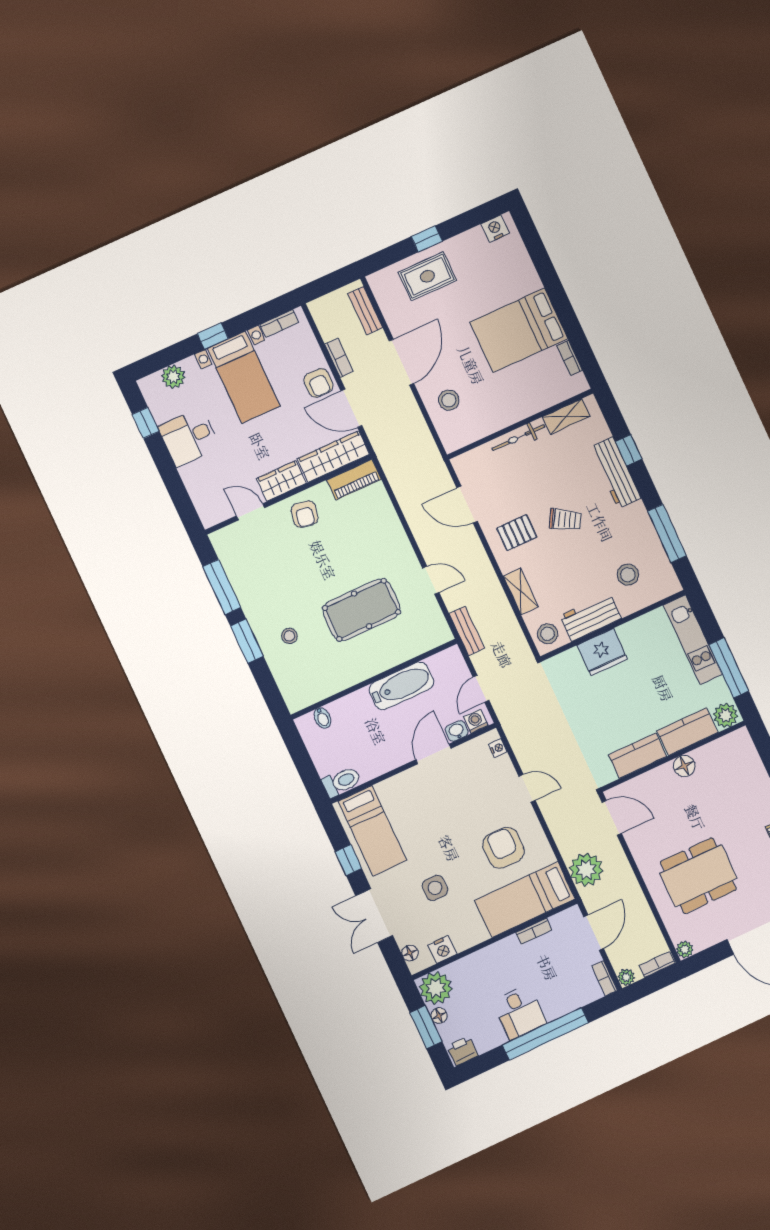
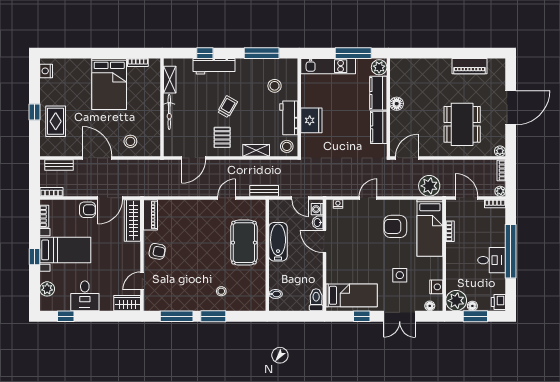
bookcase: (339, 358) -> (52, 192), moved
wardrobe: (281, 481) -> (127, 303), moved, turned 90
pool table: (362, 610) -> (244, 243), moved

